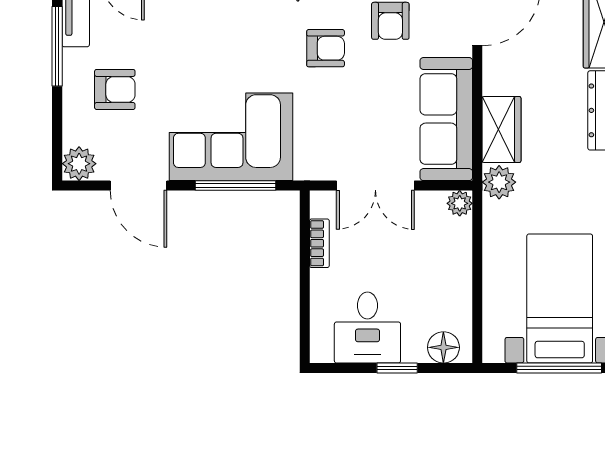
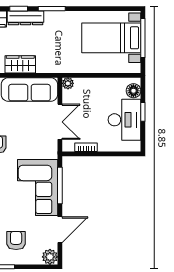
wardrobe: (502, 129) -> (20, 64), moved
plant: (499, 182) -> (58, 65), removed
desk: (367, 328) -> (124, 120), width x1.37

